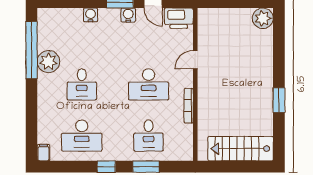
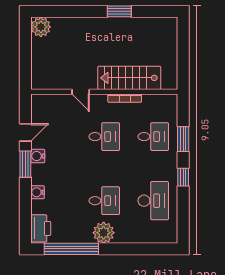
printer: (179, 18) -> (41, 228), moved
plant: (48, 61) -> (104, 233), moved
desk: (149, 84) -> (104, 137), width x0.73
stairs: (241, 149) -> (129, 78), moved, turned 90
filing cabinet: (43, 153) -> (170, 237), removed

